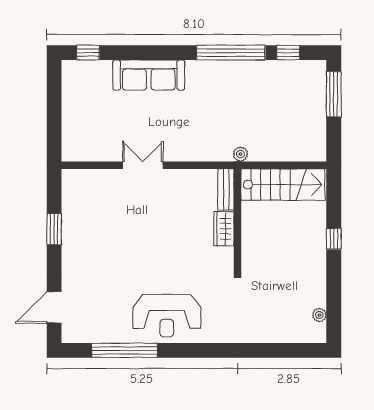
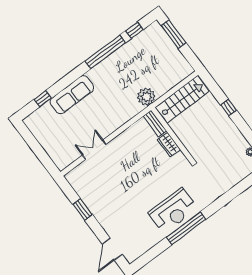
window: (88, 53) -> (43, 99), moved
plant: (241, 154) -> (146, 97), width x1.87, depth x1.87
double door: (143, 165) -> (94, 150), moved
window: (125, 350) -> (186, 228), moved

